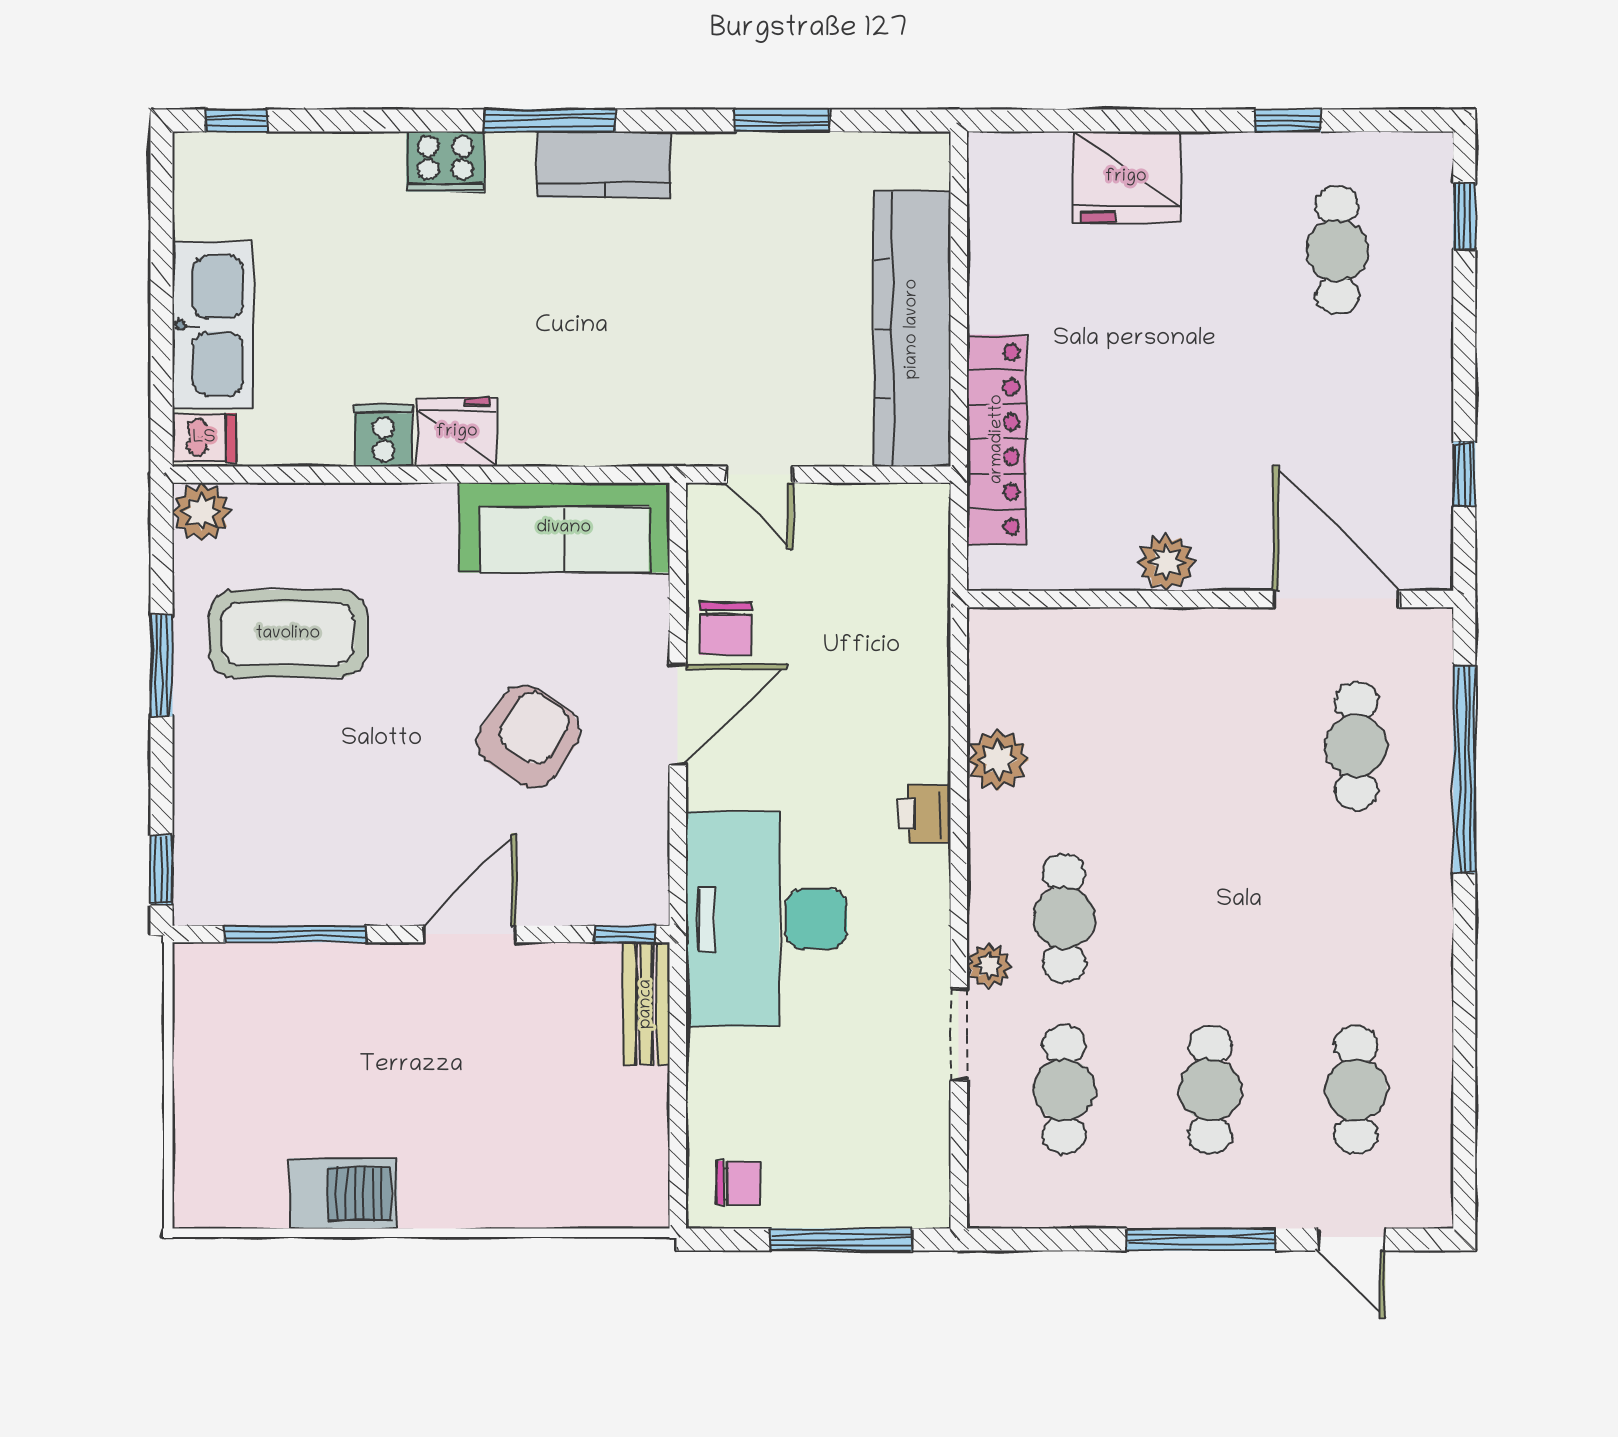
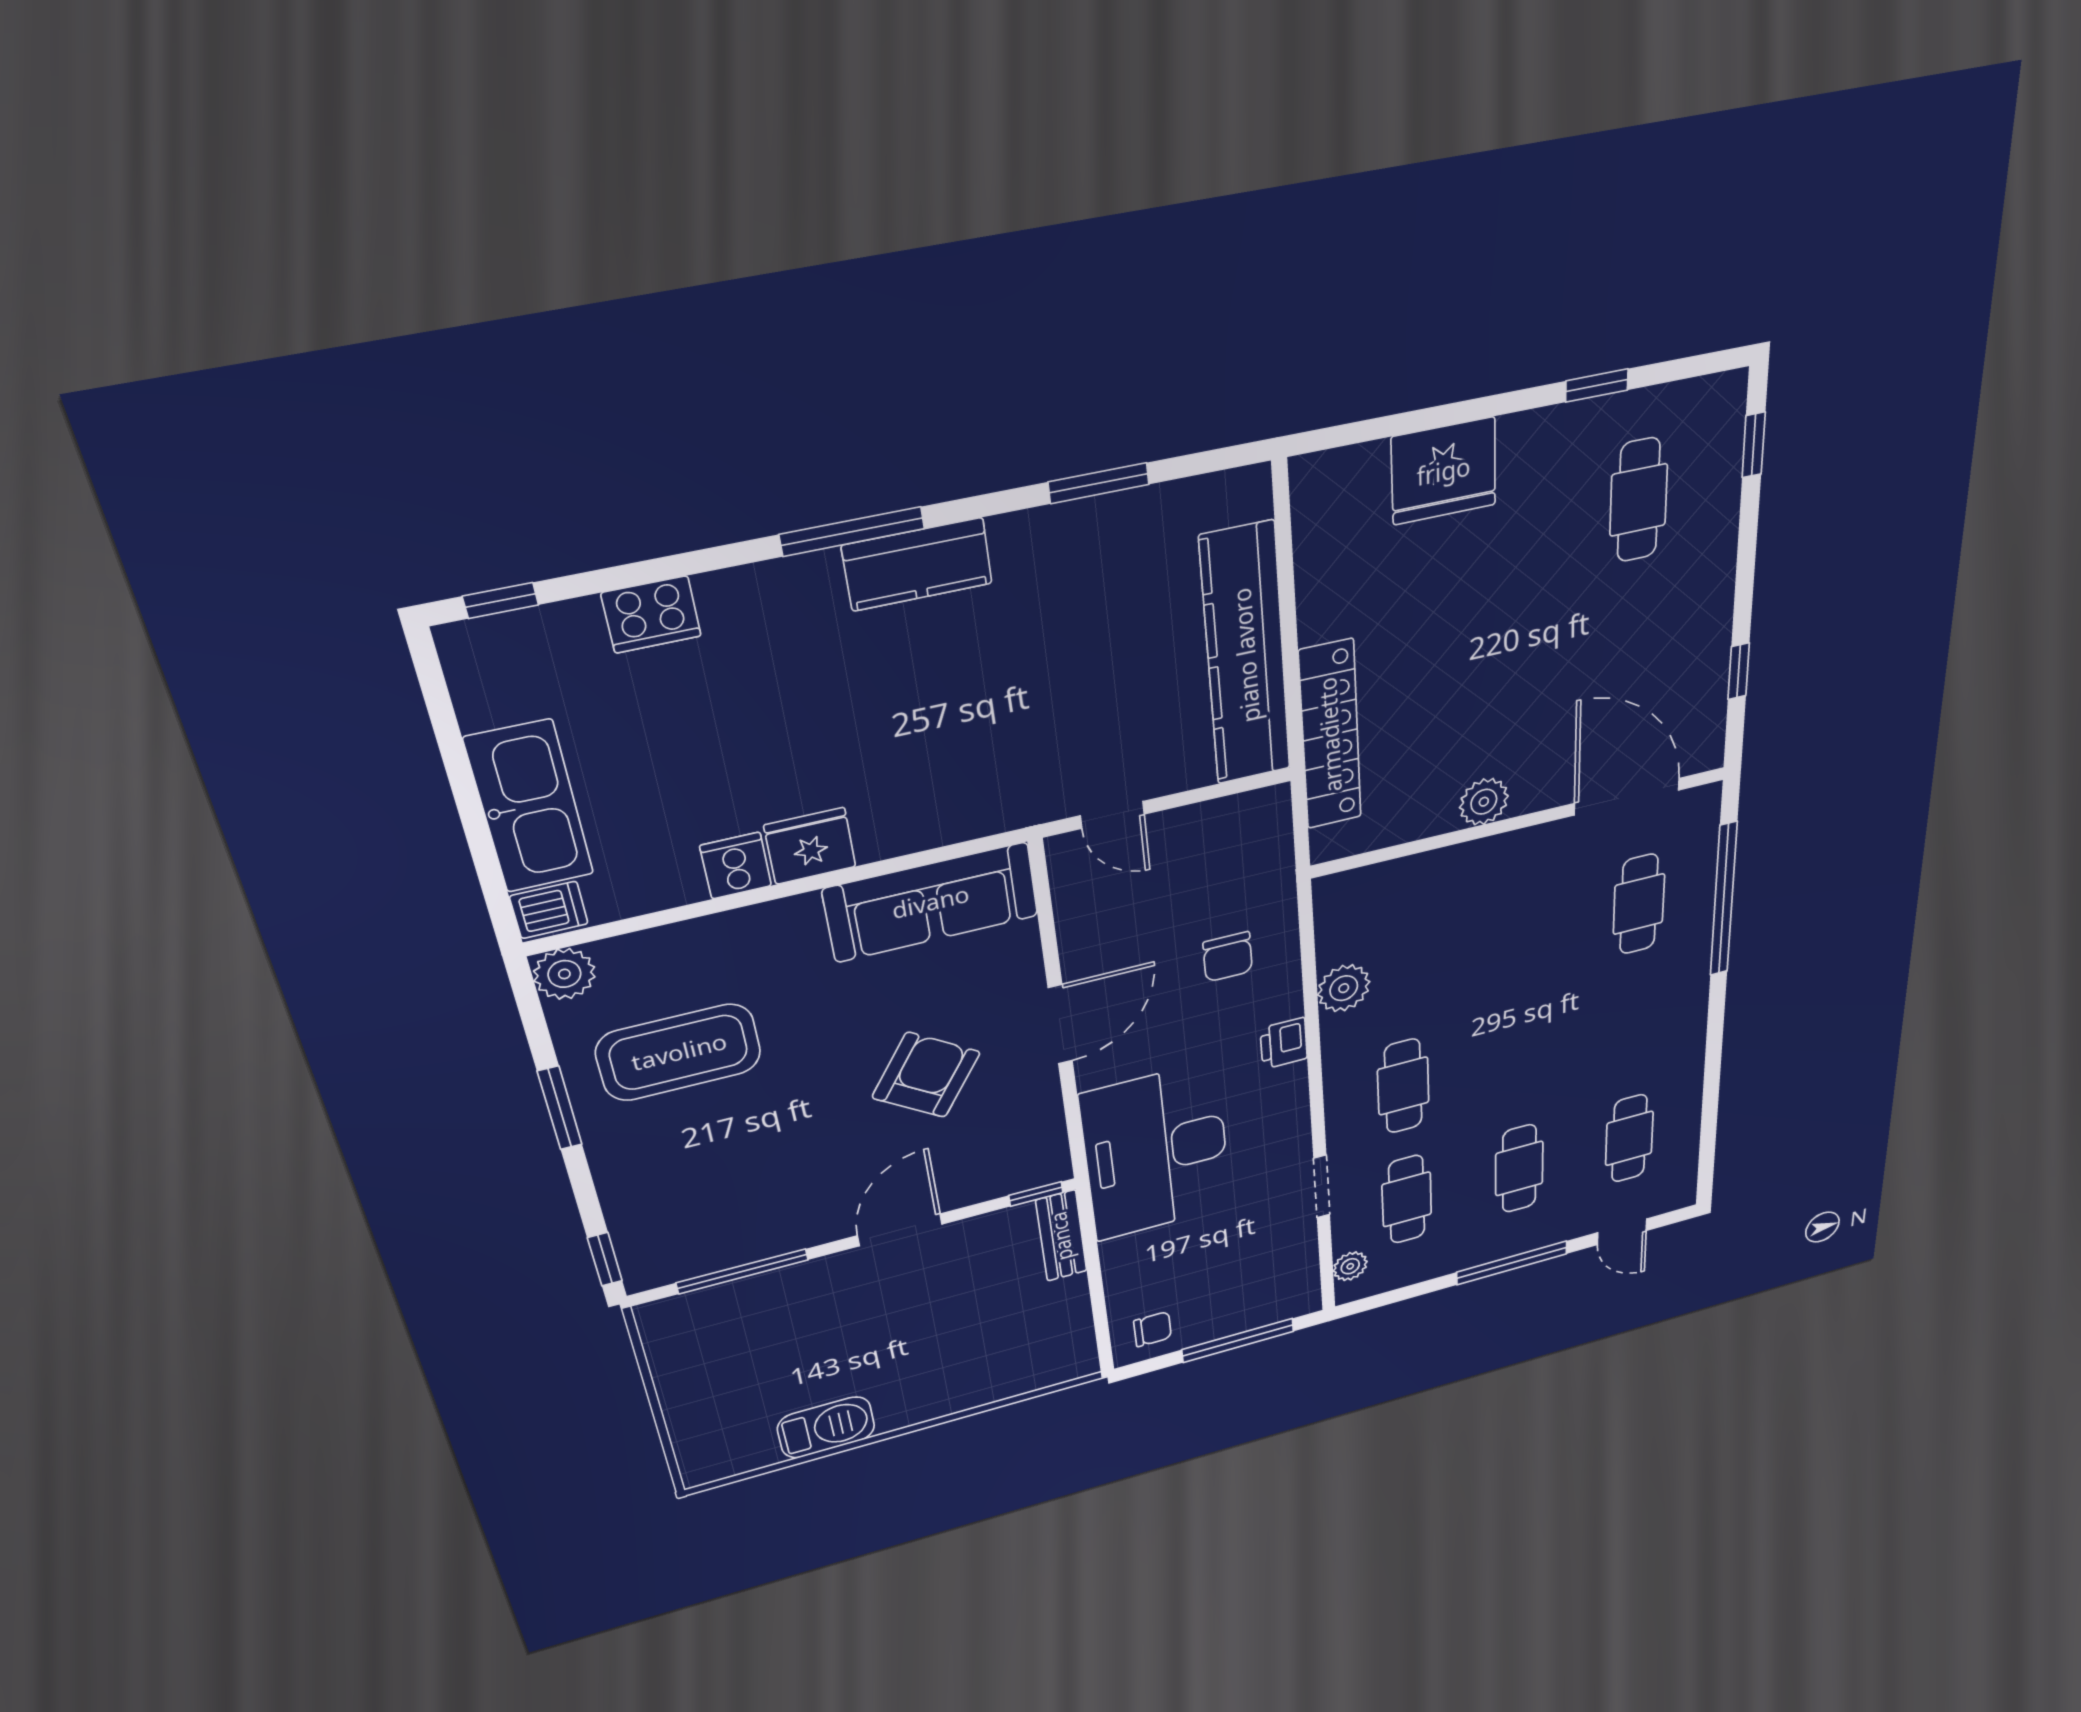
cooker: (445, 161) -> (651, 615), moved
chair: (726, 628) -> (1228, 957), moved
plant: (989, 966) -> (1350, 1266), moved

